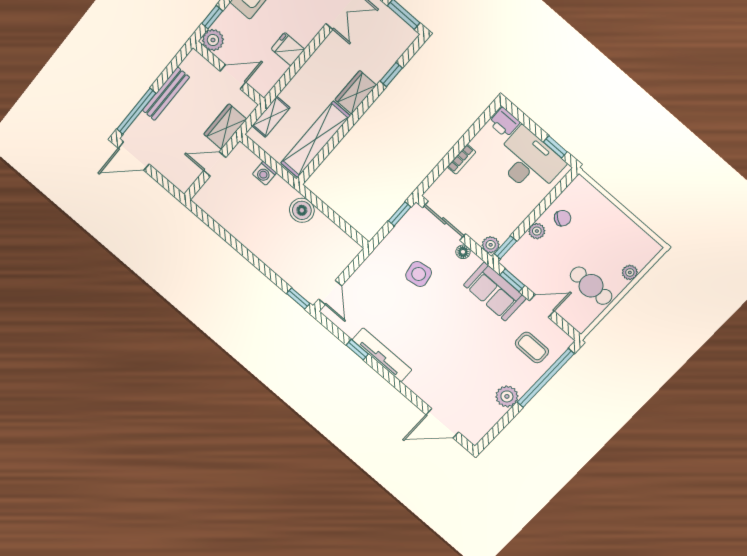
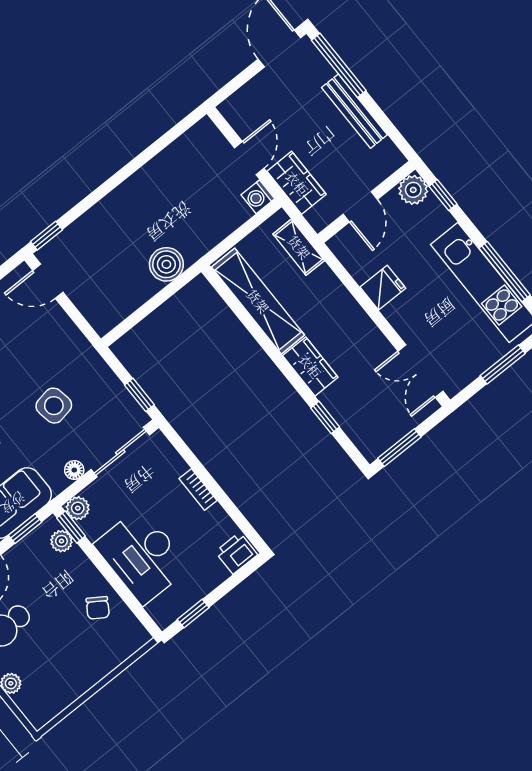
desk: (529, 161) -> (142, 556), moved, turned 90
washing machine: (264, 173) -> (258, 197), moved, turned -90
plant: (537, 231) -> (61, 541), moved

